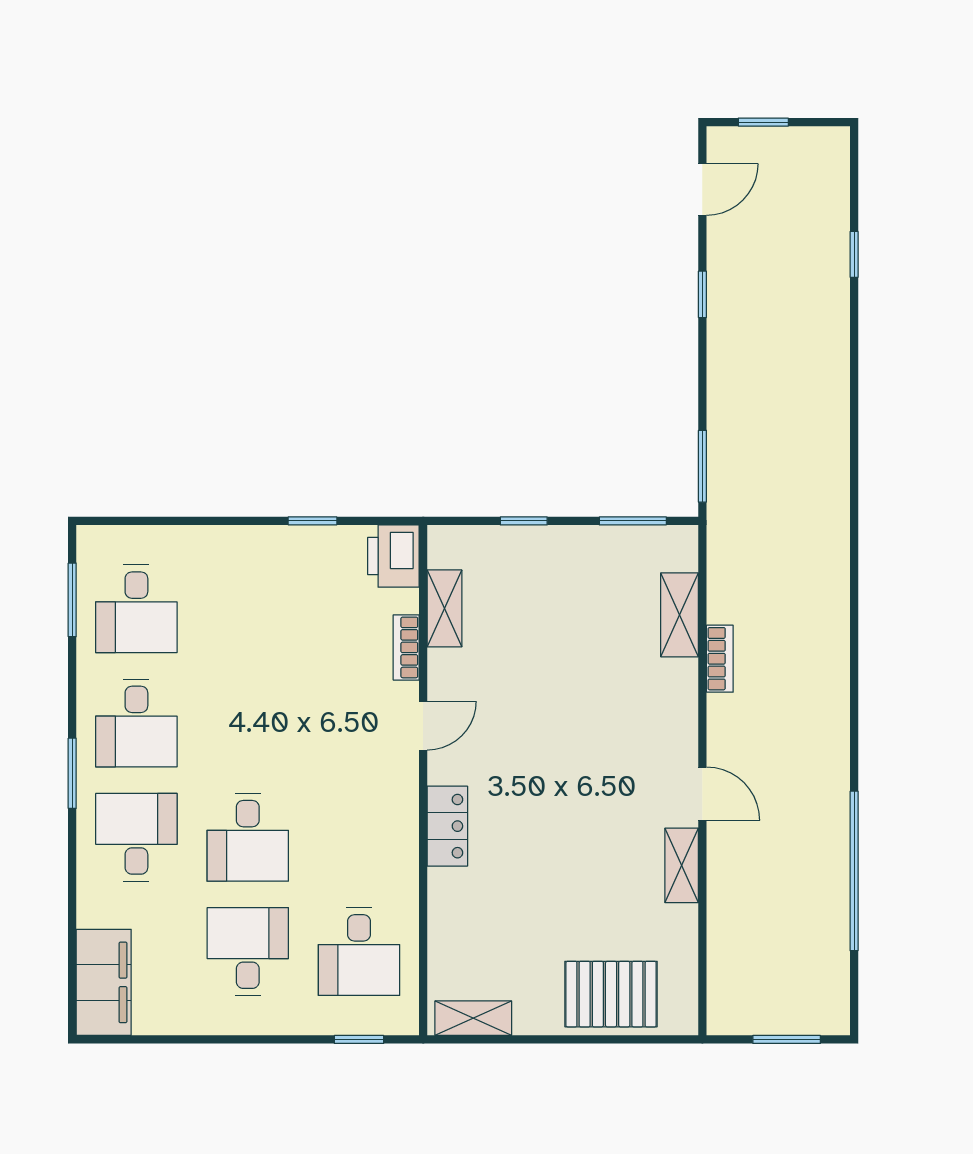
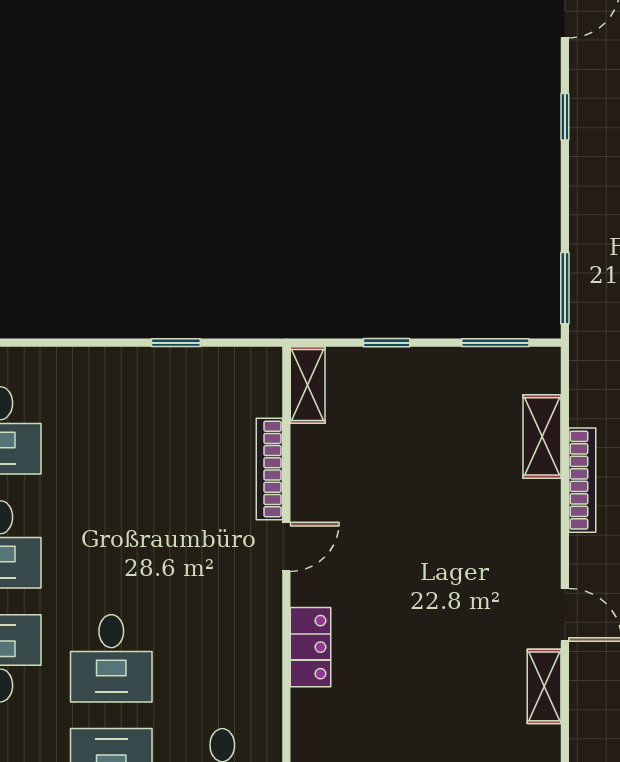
printer: (393, 556) -> (257, 378), removed
shelving: (445, 608) -> (308, 385), moved
bookcase: (406, 647) -> (269, 469), width x1.56
bookcase: (720, 659) -> (582, 480), width x1.56

